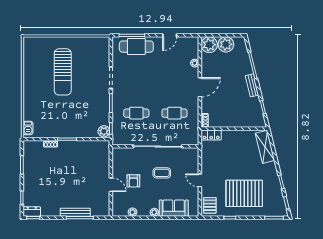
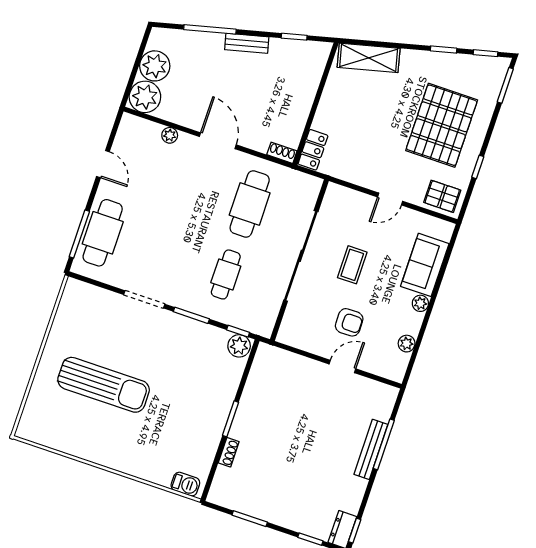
cafe table: (174, 113) -> (250, 204), width x1.37, depth x1.35

